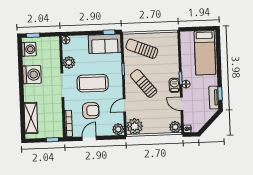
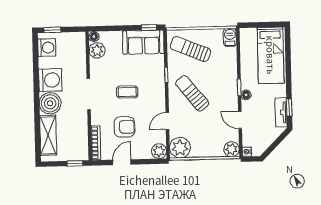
plant: (69, 63) -> (97, 50), moved
coffee table: (93, 83) -> (127, 92), width x0.54, depth x0.58
barbecue: (174, 85) -> (230, 37), moved
boiler: (32, 93) -> (50, 103), added

